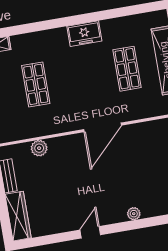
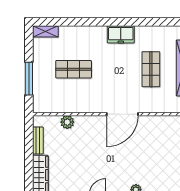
shop shelf: (36, 84) -> (74, 69), turned 90

